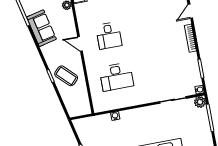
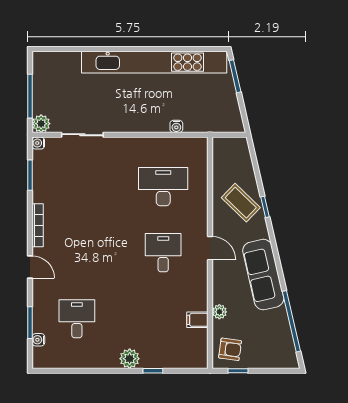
door: (190, 11) -> (30, 267), hinge flipped
sofa: (41, 28) -> (263, 275), width x1.36

